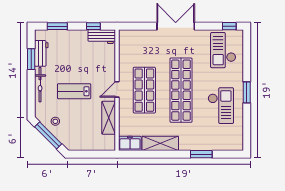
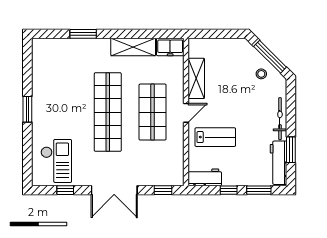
window: (93, 26) -> (229, 190), moved
window: (136, 26) -> (163, 190), added
window: (229, 26) -> (65, 190), moved
workbench: (41, 53) -> (278, 163), width x1.38
lab bench: (74, 91) -> (215, 137), moved
checkout: (221, 106) -> (59, 93), removed

